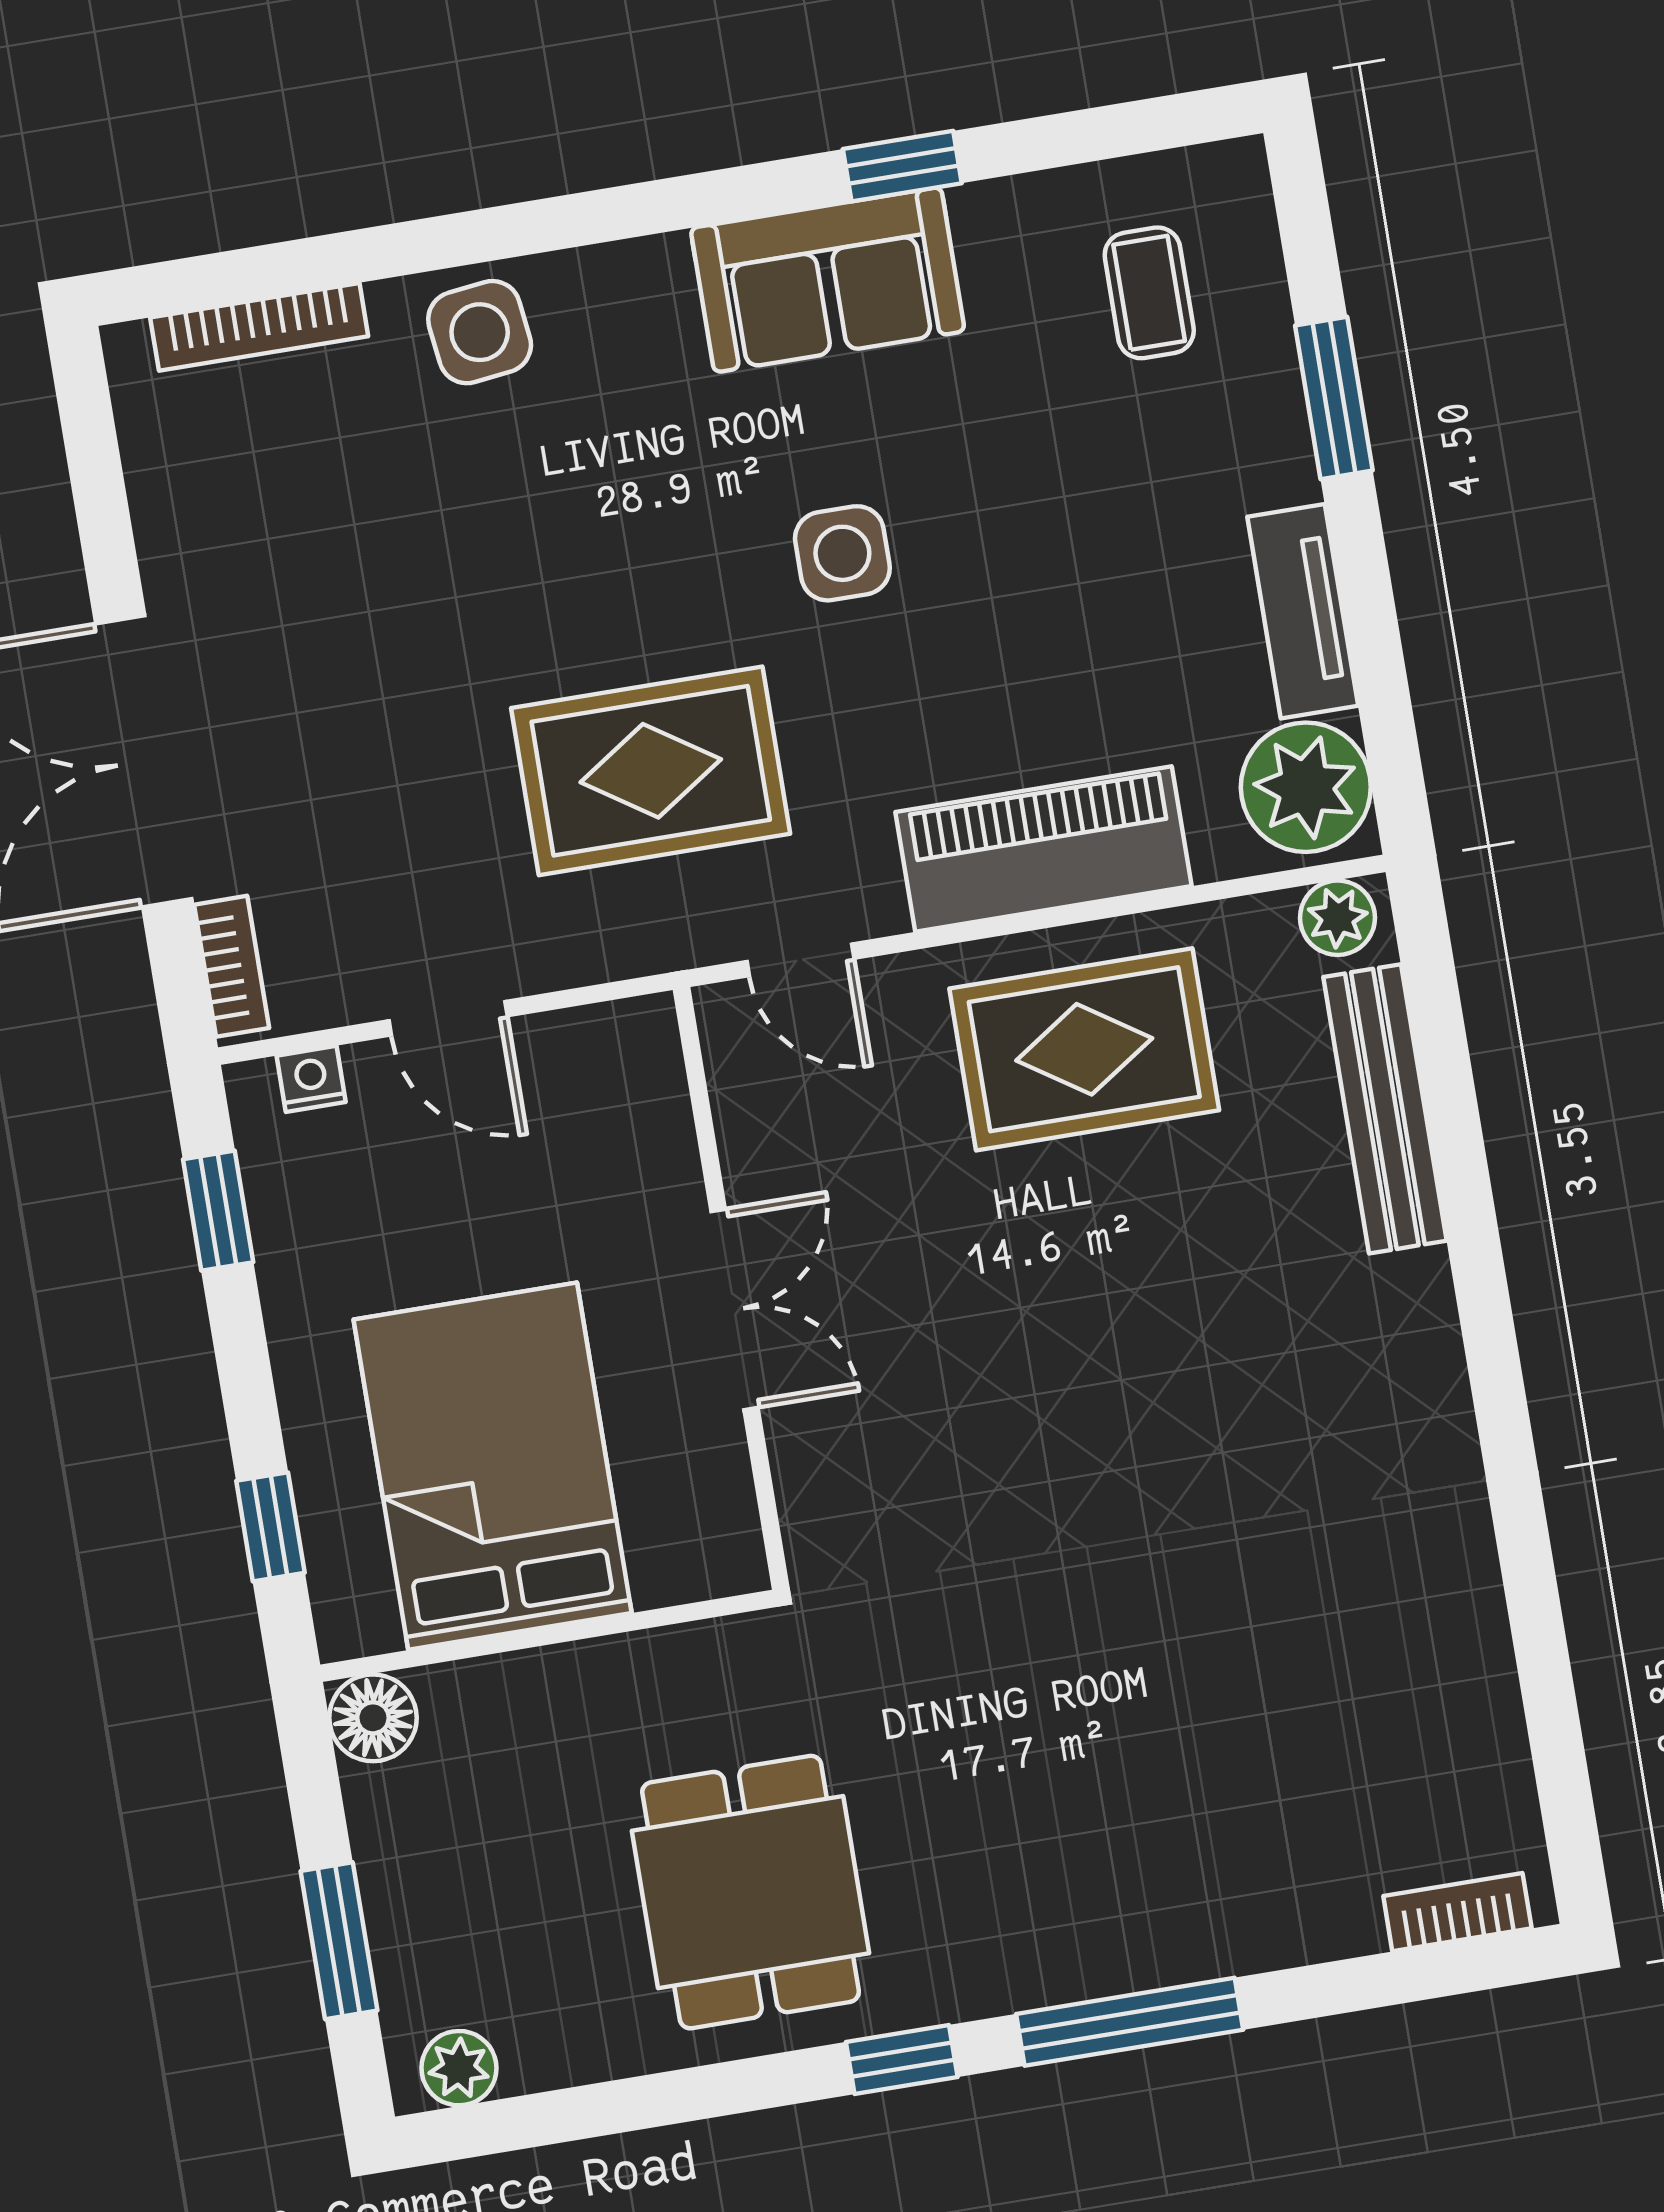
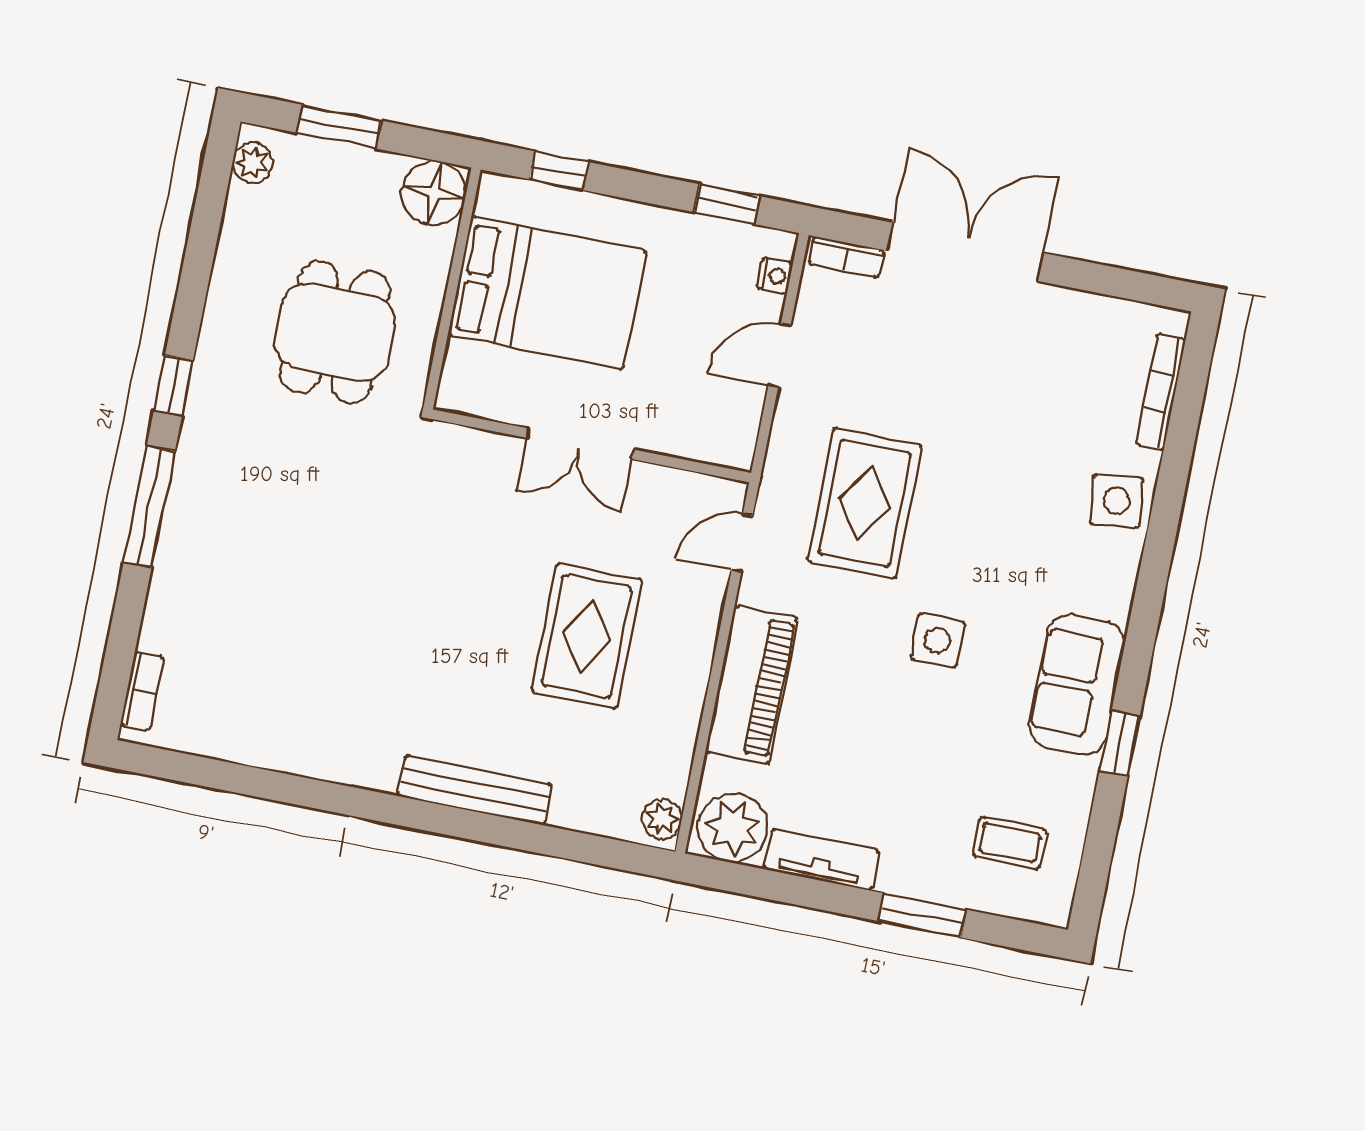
rug: (1084, 1049) -> (587, 636), moved
bench: (1385, 1109) -> (475, 790), moved
floor lamp: (373, 1718) -> (434, 193), width x1.38, depth x1.38
dining table: (751, 1892) -> (335, 332), moved, turned 90

